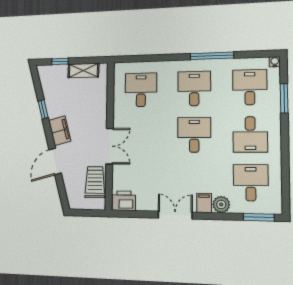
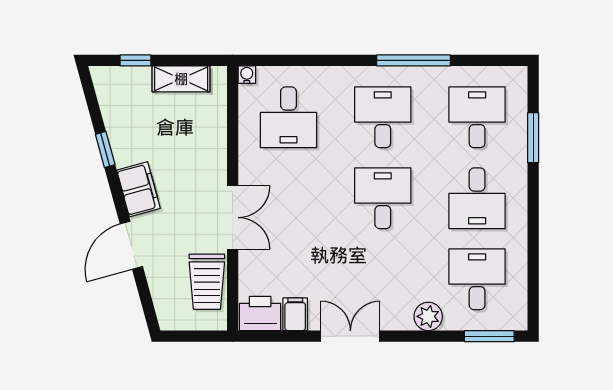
water cooler: (275, 62) -> (247, 75), moved
desk: (141, 90) -> (288, 117), turned 180
trolley: (95, 182) -> (207, 282), turned 180
filing cabinet: (204, 203) -> (295, 314), moved

